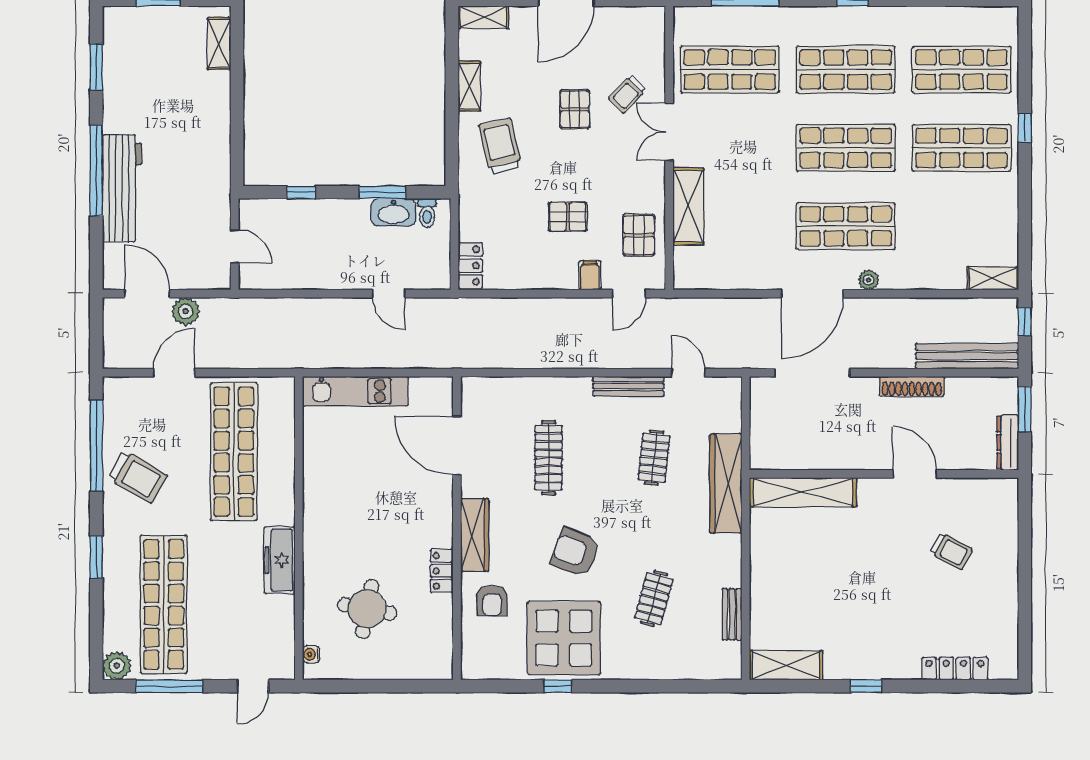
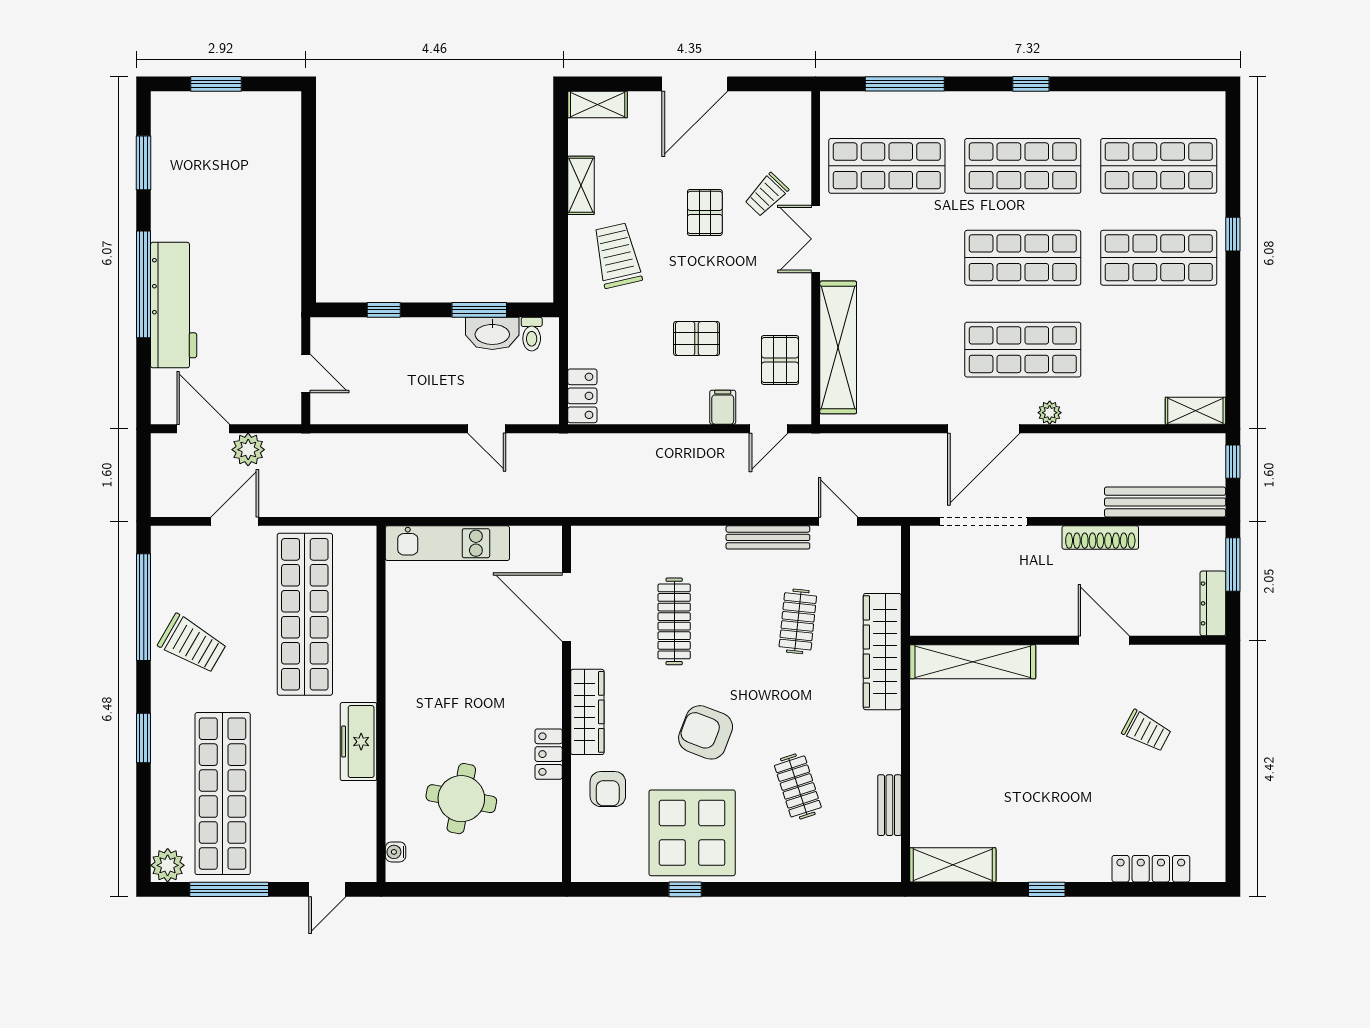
shelving: (219, 43) -> (288, 135), removed
shelving: (688, 206) -> (838, 347), width x1.47
clothes rail: (654, 598) -> (798, 786), turned -33

